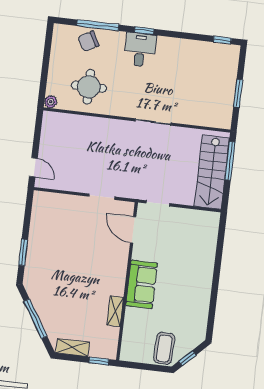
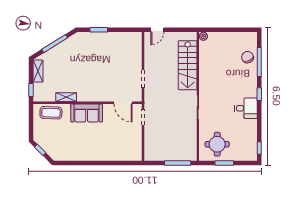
desk: (140, 50) -> (246, 108), moved
round table: (89, 87) -> (217, 144), moved
stairs: (212, 172) -> (188, 65), moved, turned -90
door: (133, 230) -> (123, 103), swing flipped
coffee table: (164, 348) -> (51, 113), moved

